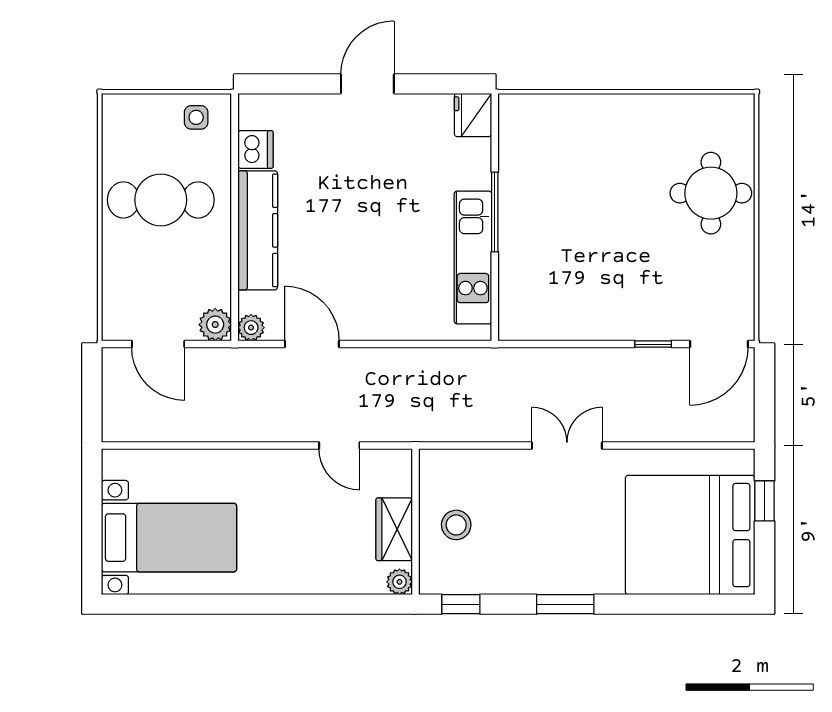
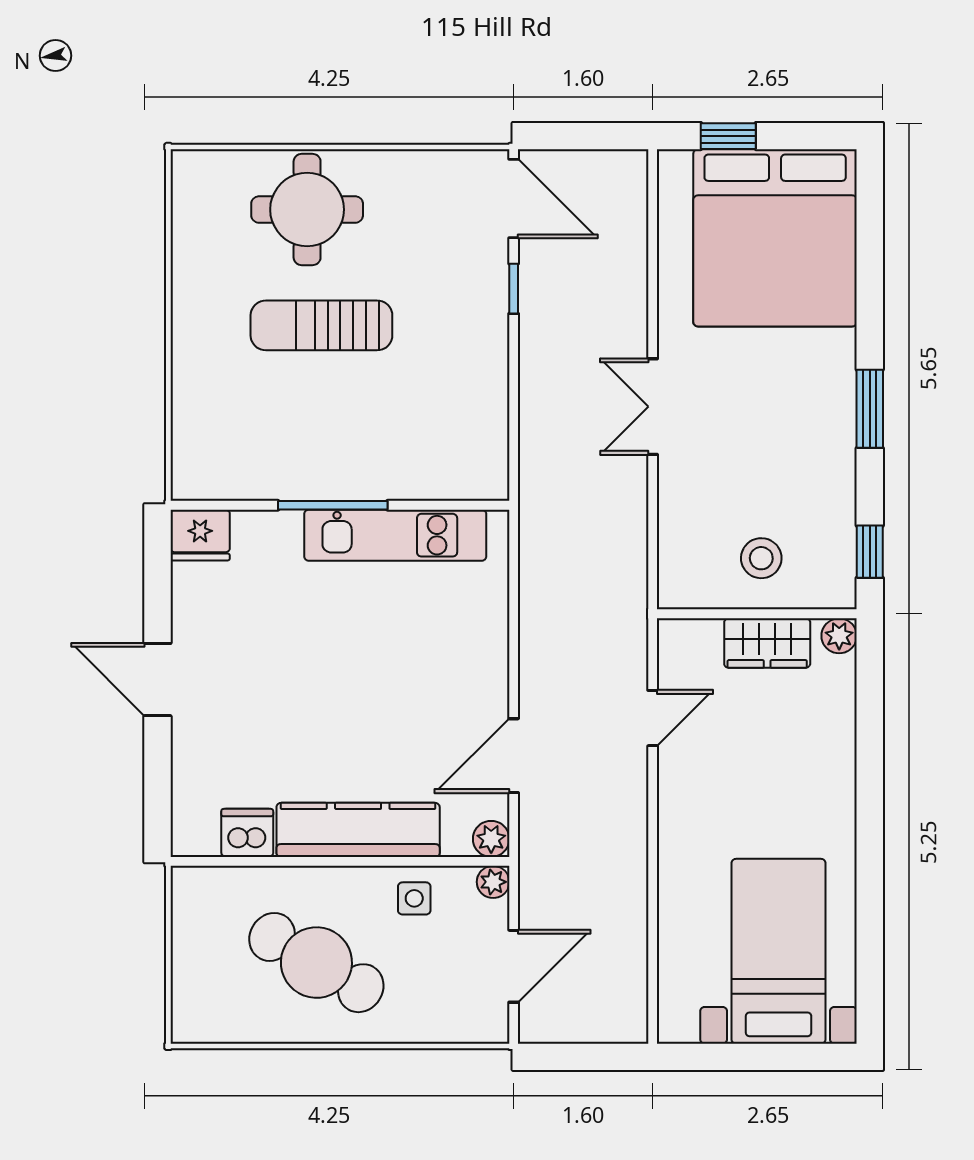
side table: (196, 117) -> (414, 898), moved
cafe table: (161, 200) -> (316, 963), turned -60
sun lounger: (626, 204) -> (321, 325), added
plant: (215, 325) -> (493, 882), width x0.73, depth x0.73

